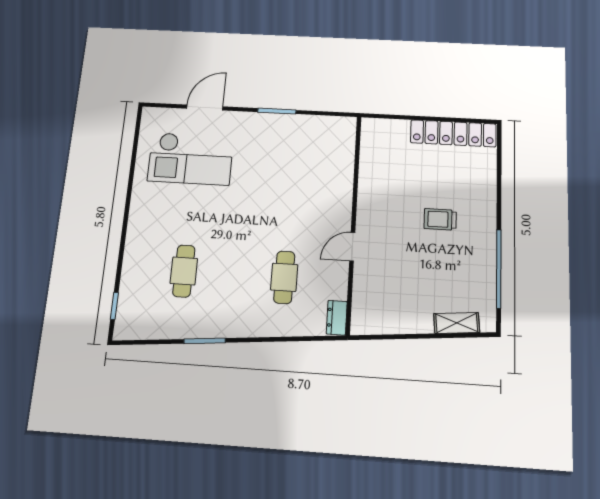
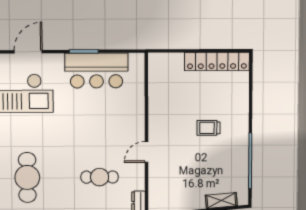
bar counter: (292, 136) -> (96, 71), added
cafe table: (184, 271) -> (27, 177), width x1.37, depth x1.35
cafe table: (284, 277) -> (100, 177), turned 90

